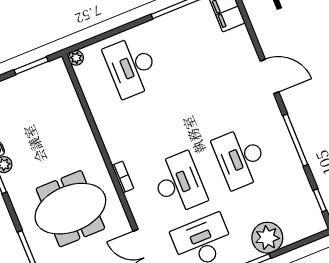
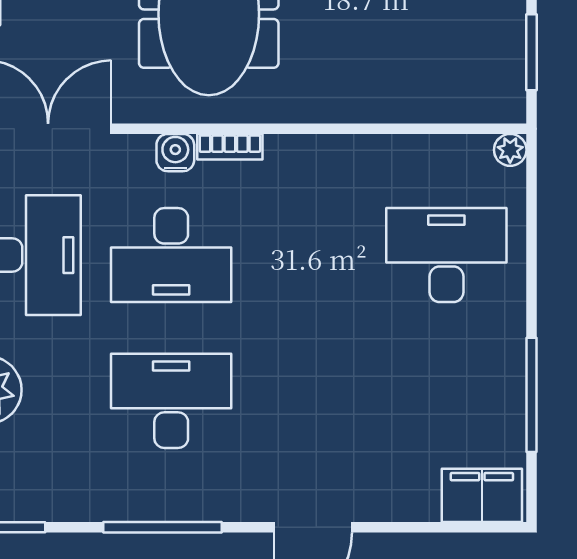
water cooler: (135, 199) -> (175, 153), added

